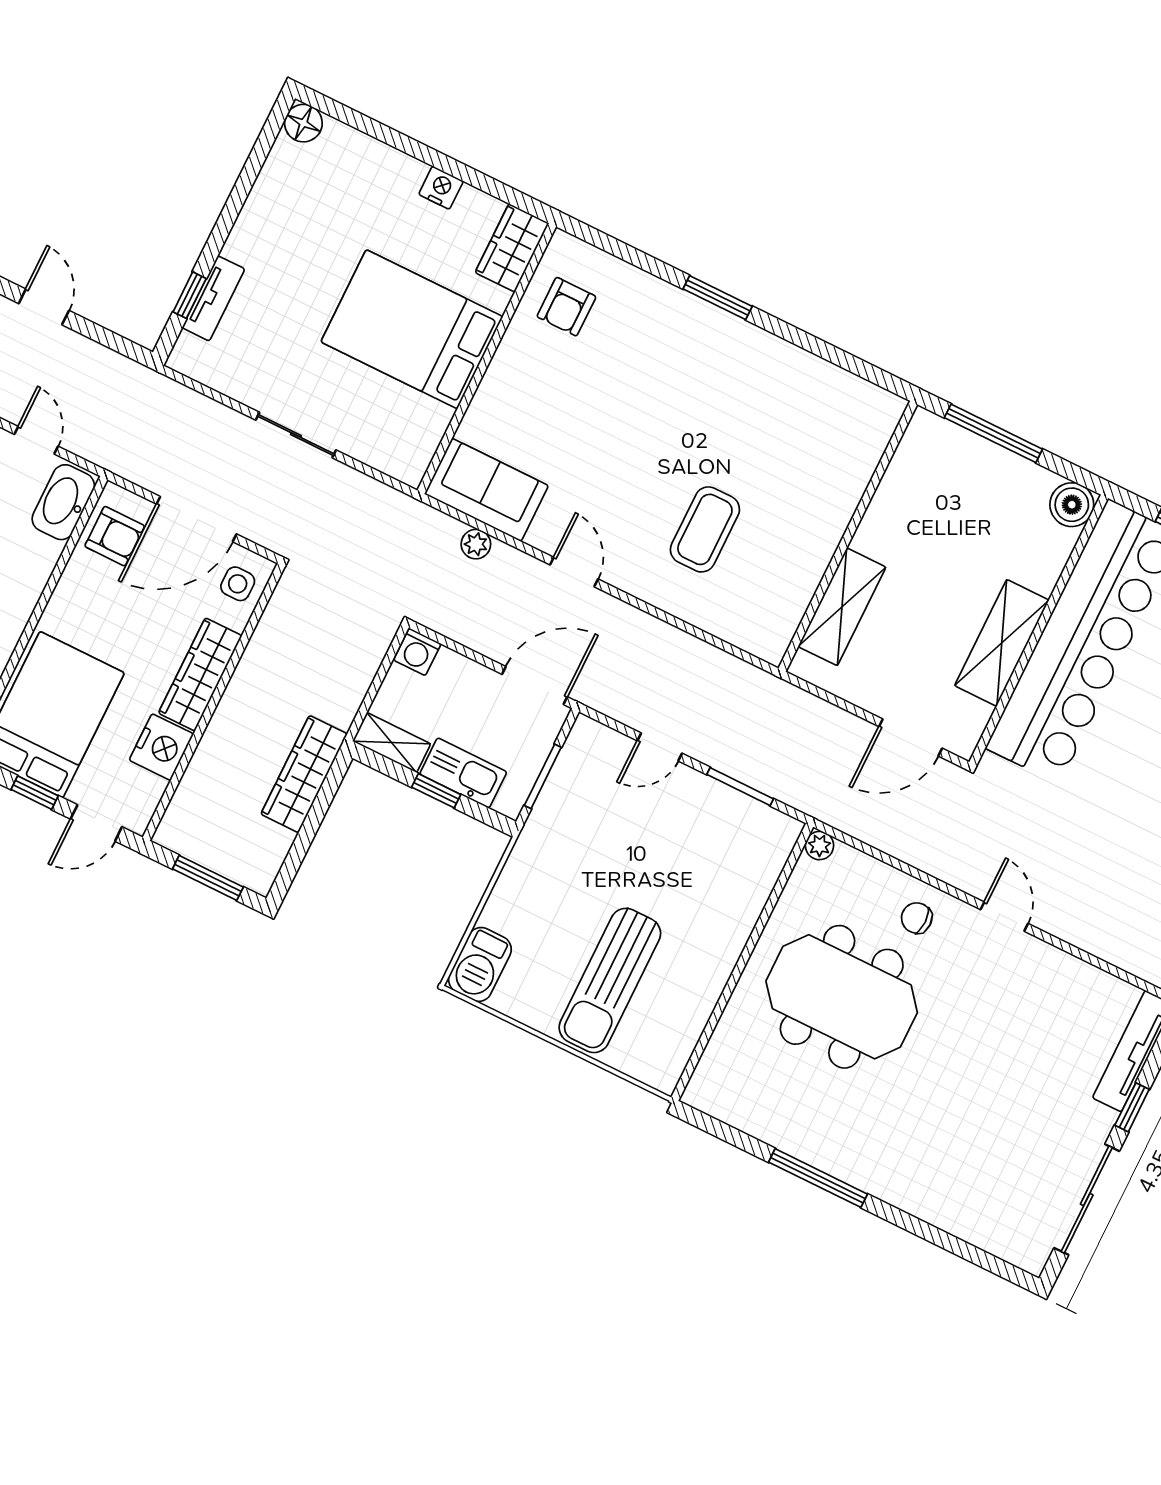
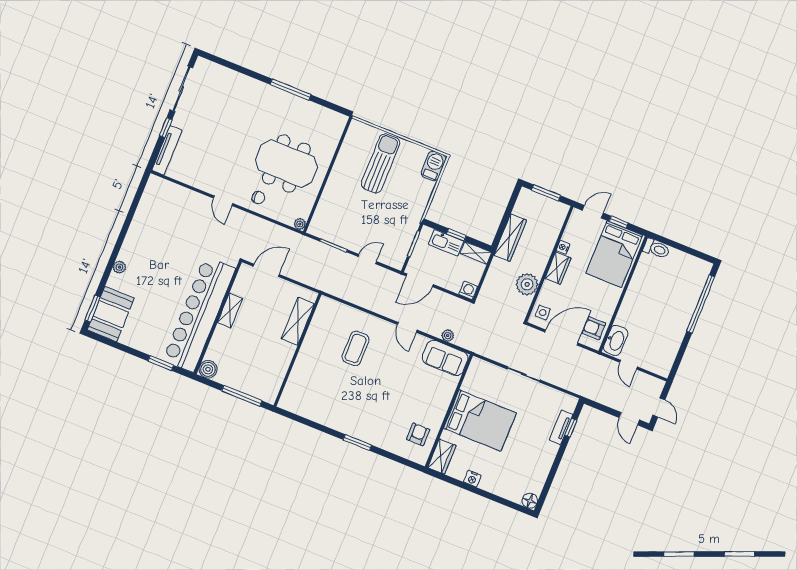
shelving: (1002, 643) -> (230, 310), width x0.67, depth x0.75
plant: (271, 656) -> (527, 284), added
wardrobe: (200, 674) -> (558, 268), width x0.67
nightstand: (161, 747) -> (563, 247), width x0.53, depth x0.56

